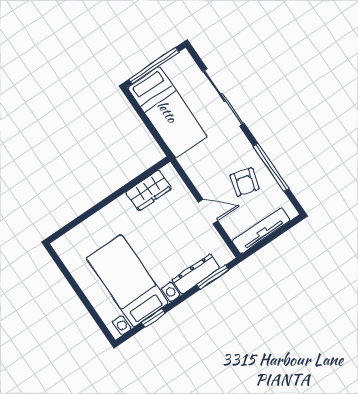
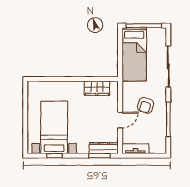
armchair: (245, 182) -> (146, 105), moved
door: (208, 212) -> (120, 120), hinge flipped
tv unit: (261, 231) -> (135, 149), width x0.71
dresser: (196, 274) -> (104, 148), moved

